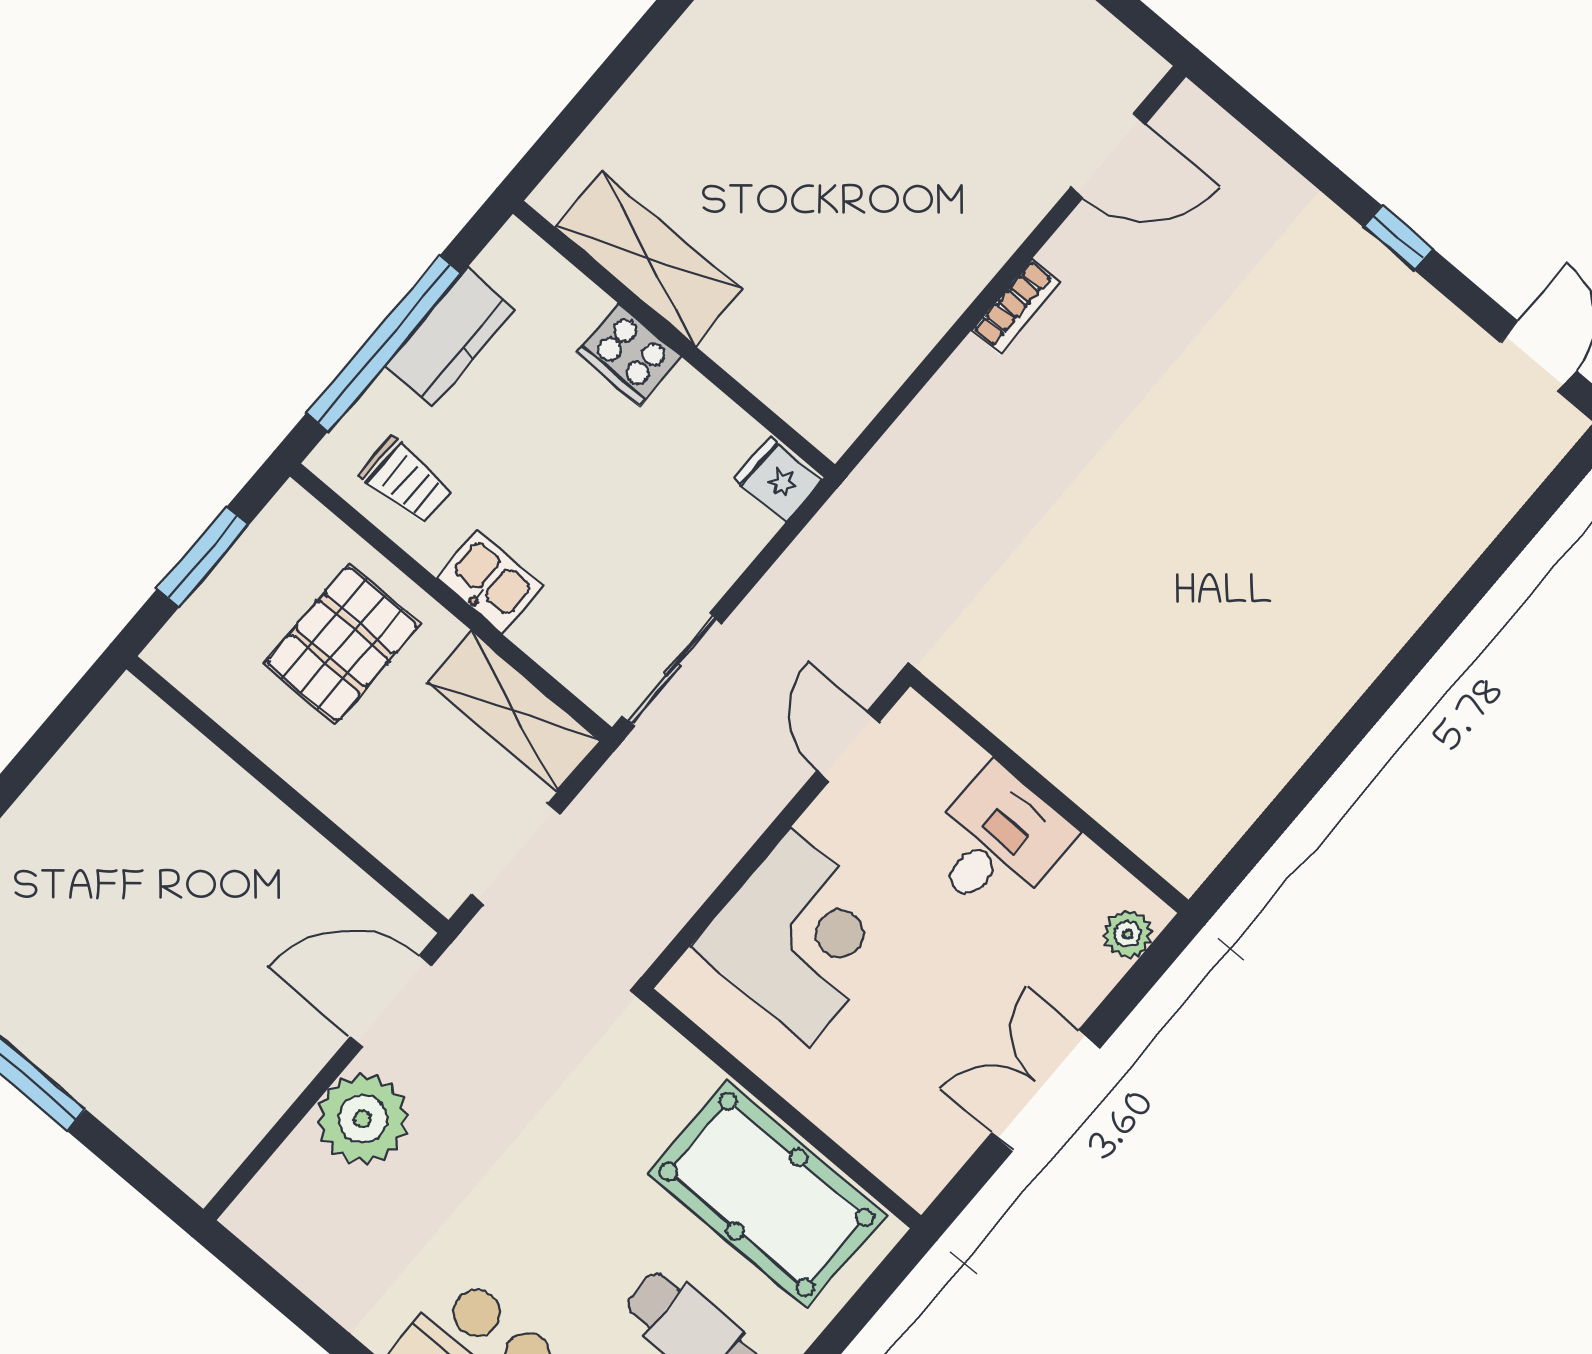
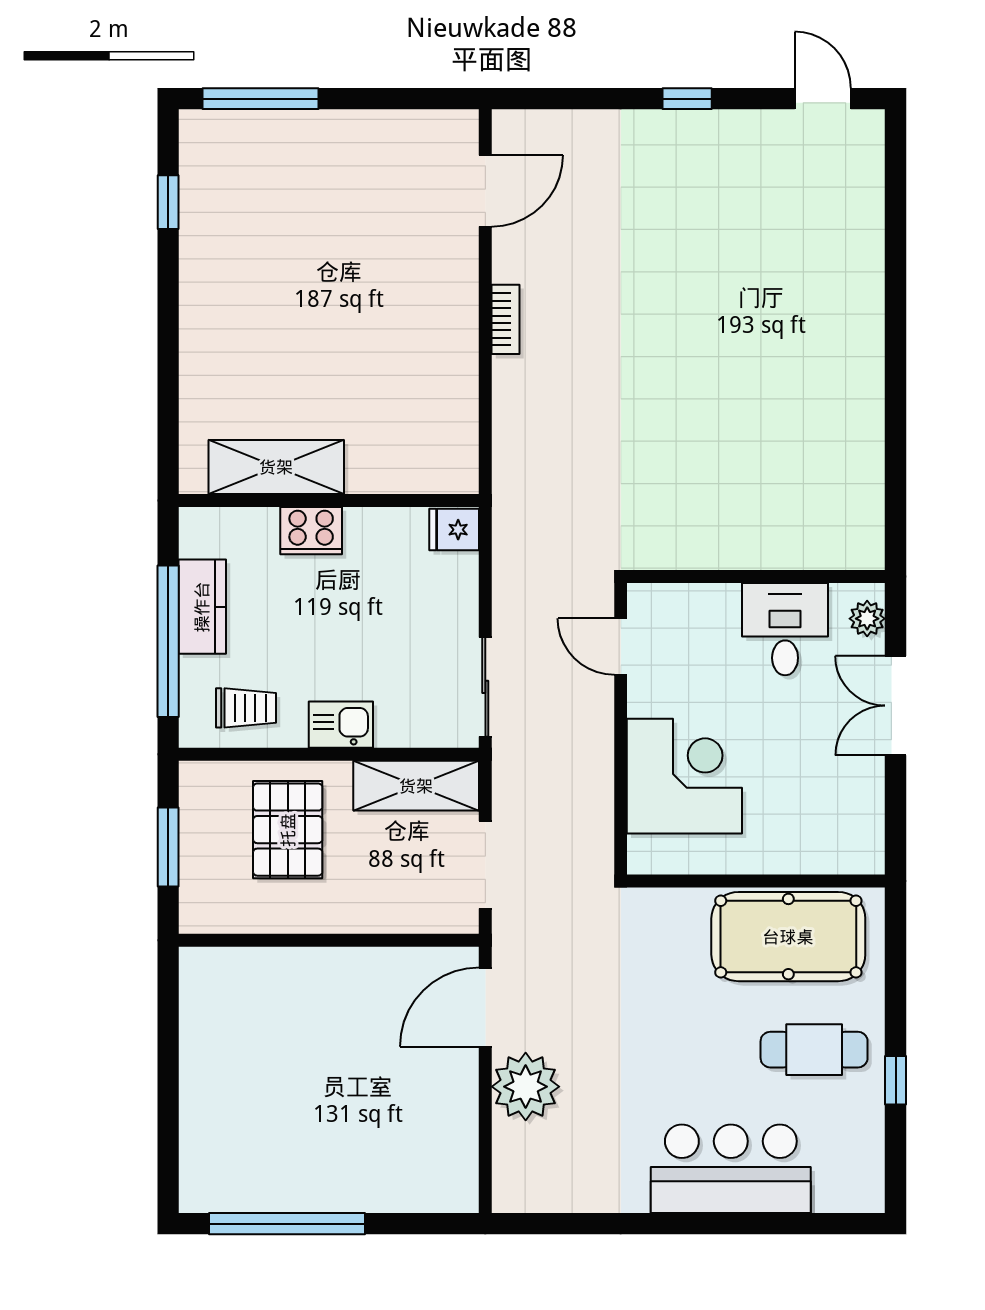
desk: (997, 842) -> (785, 629), moved
double door: (1046, 1091) -> (896, 706), moved

